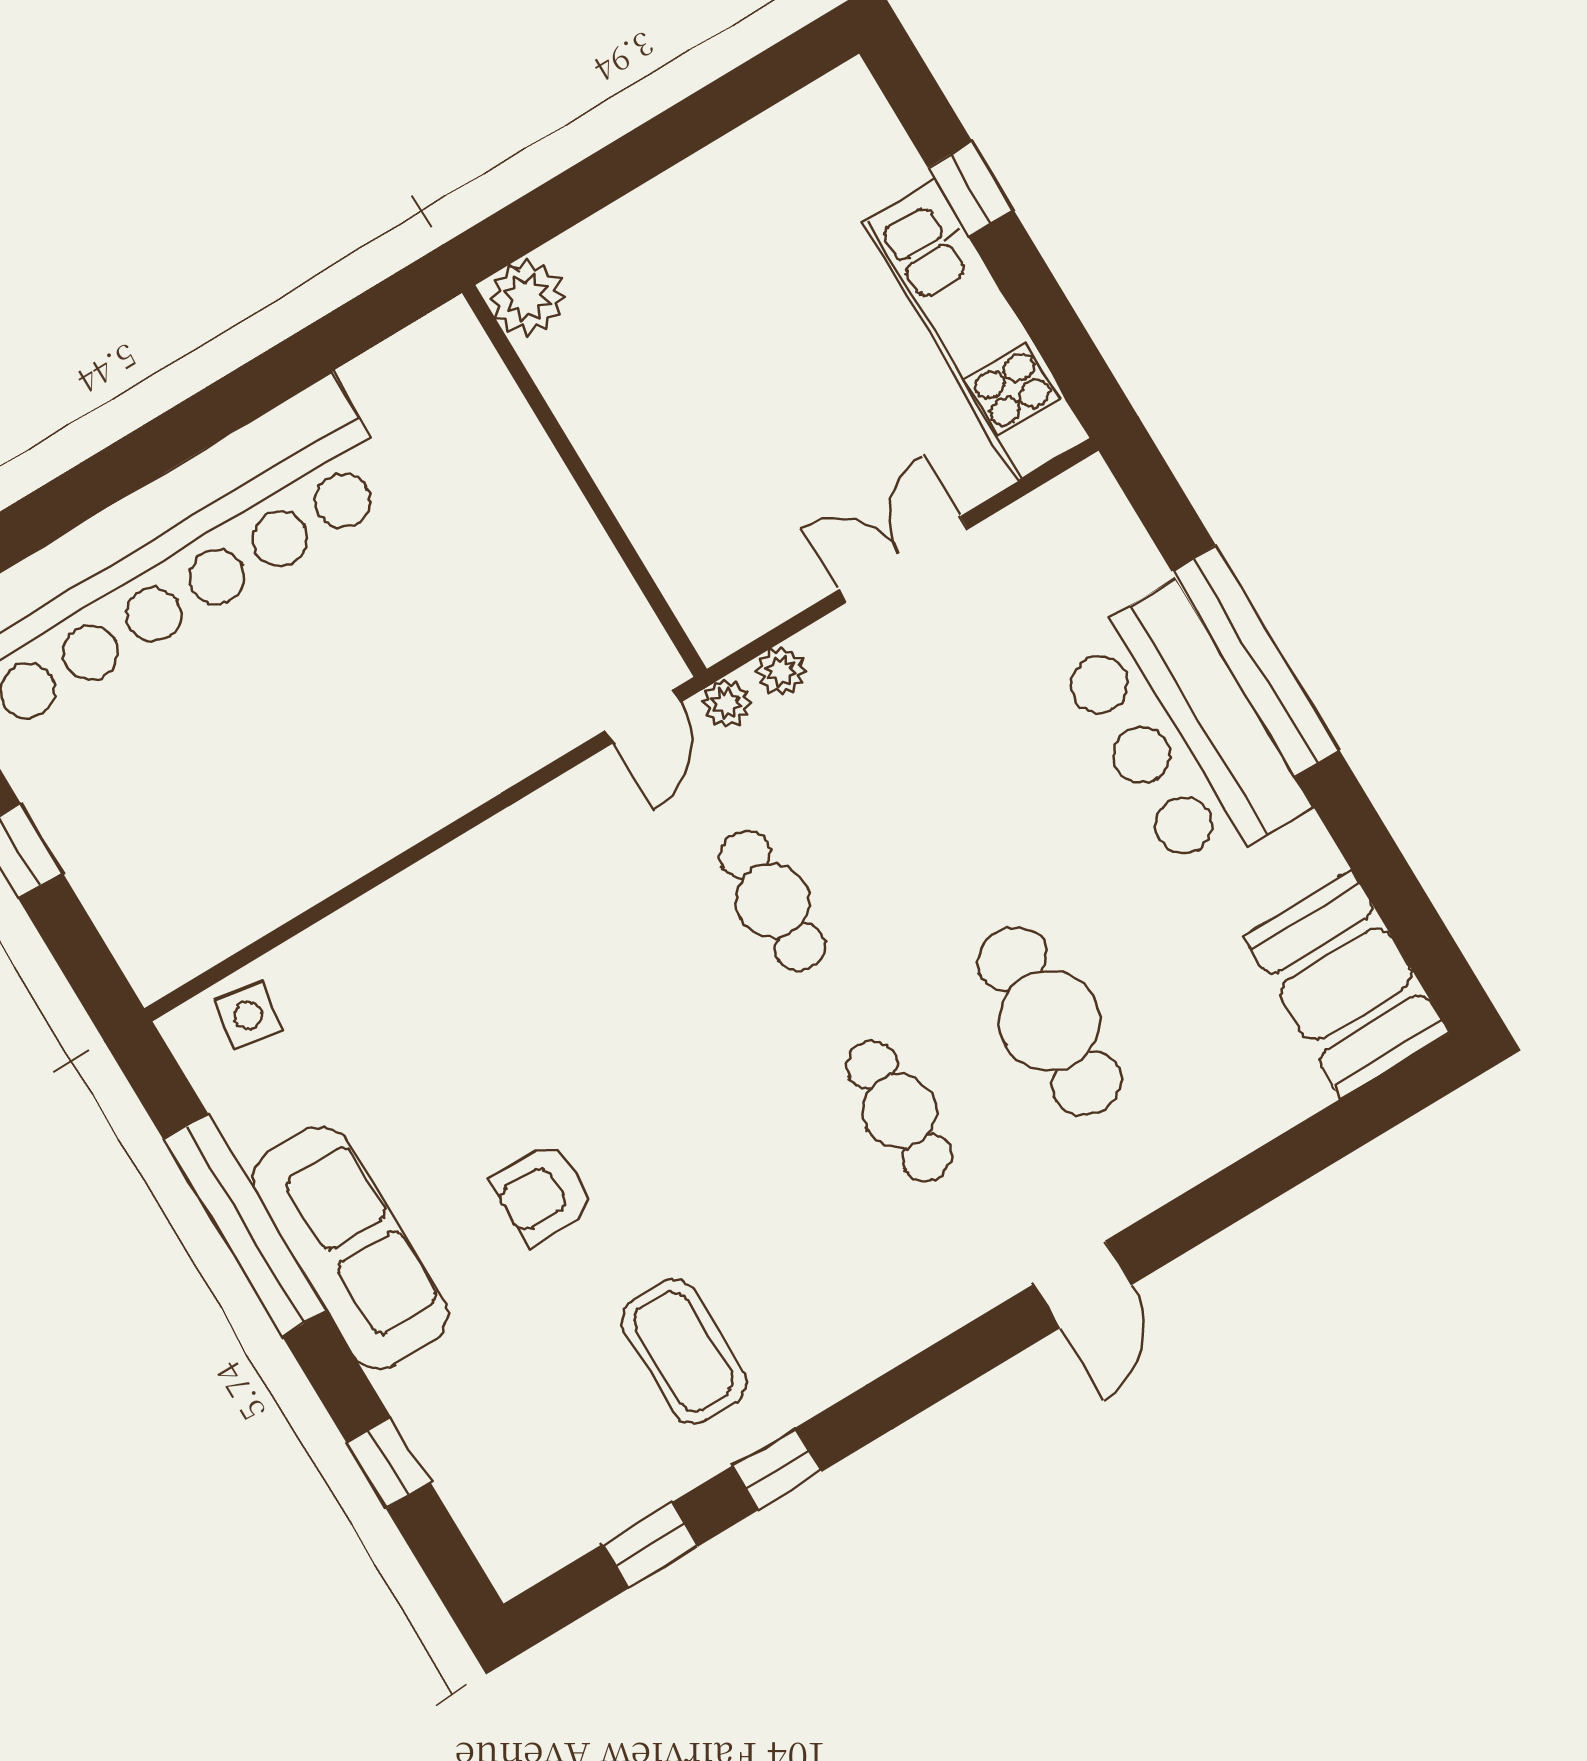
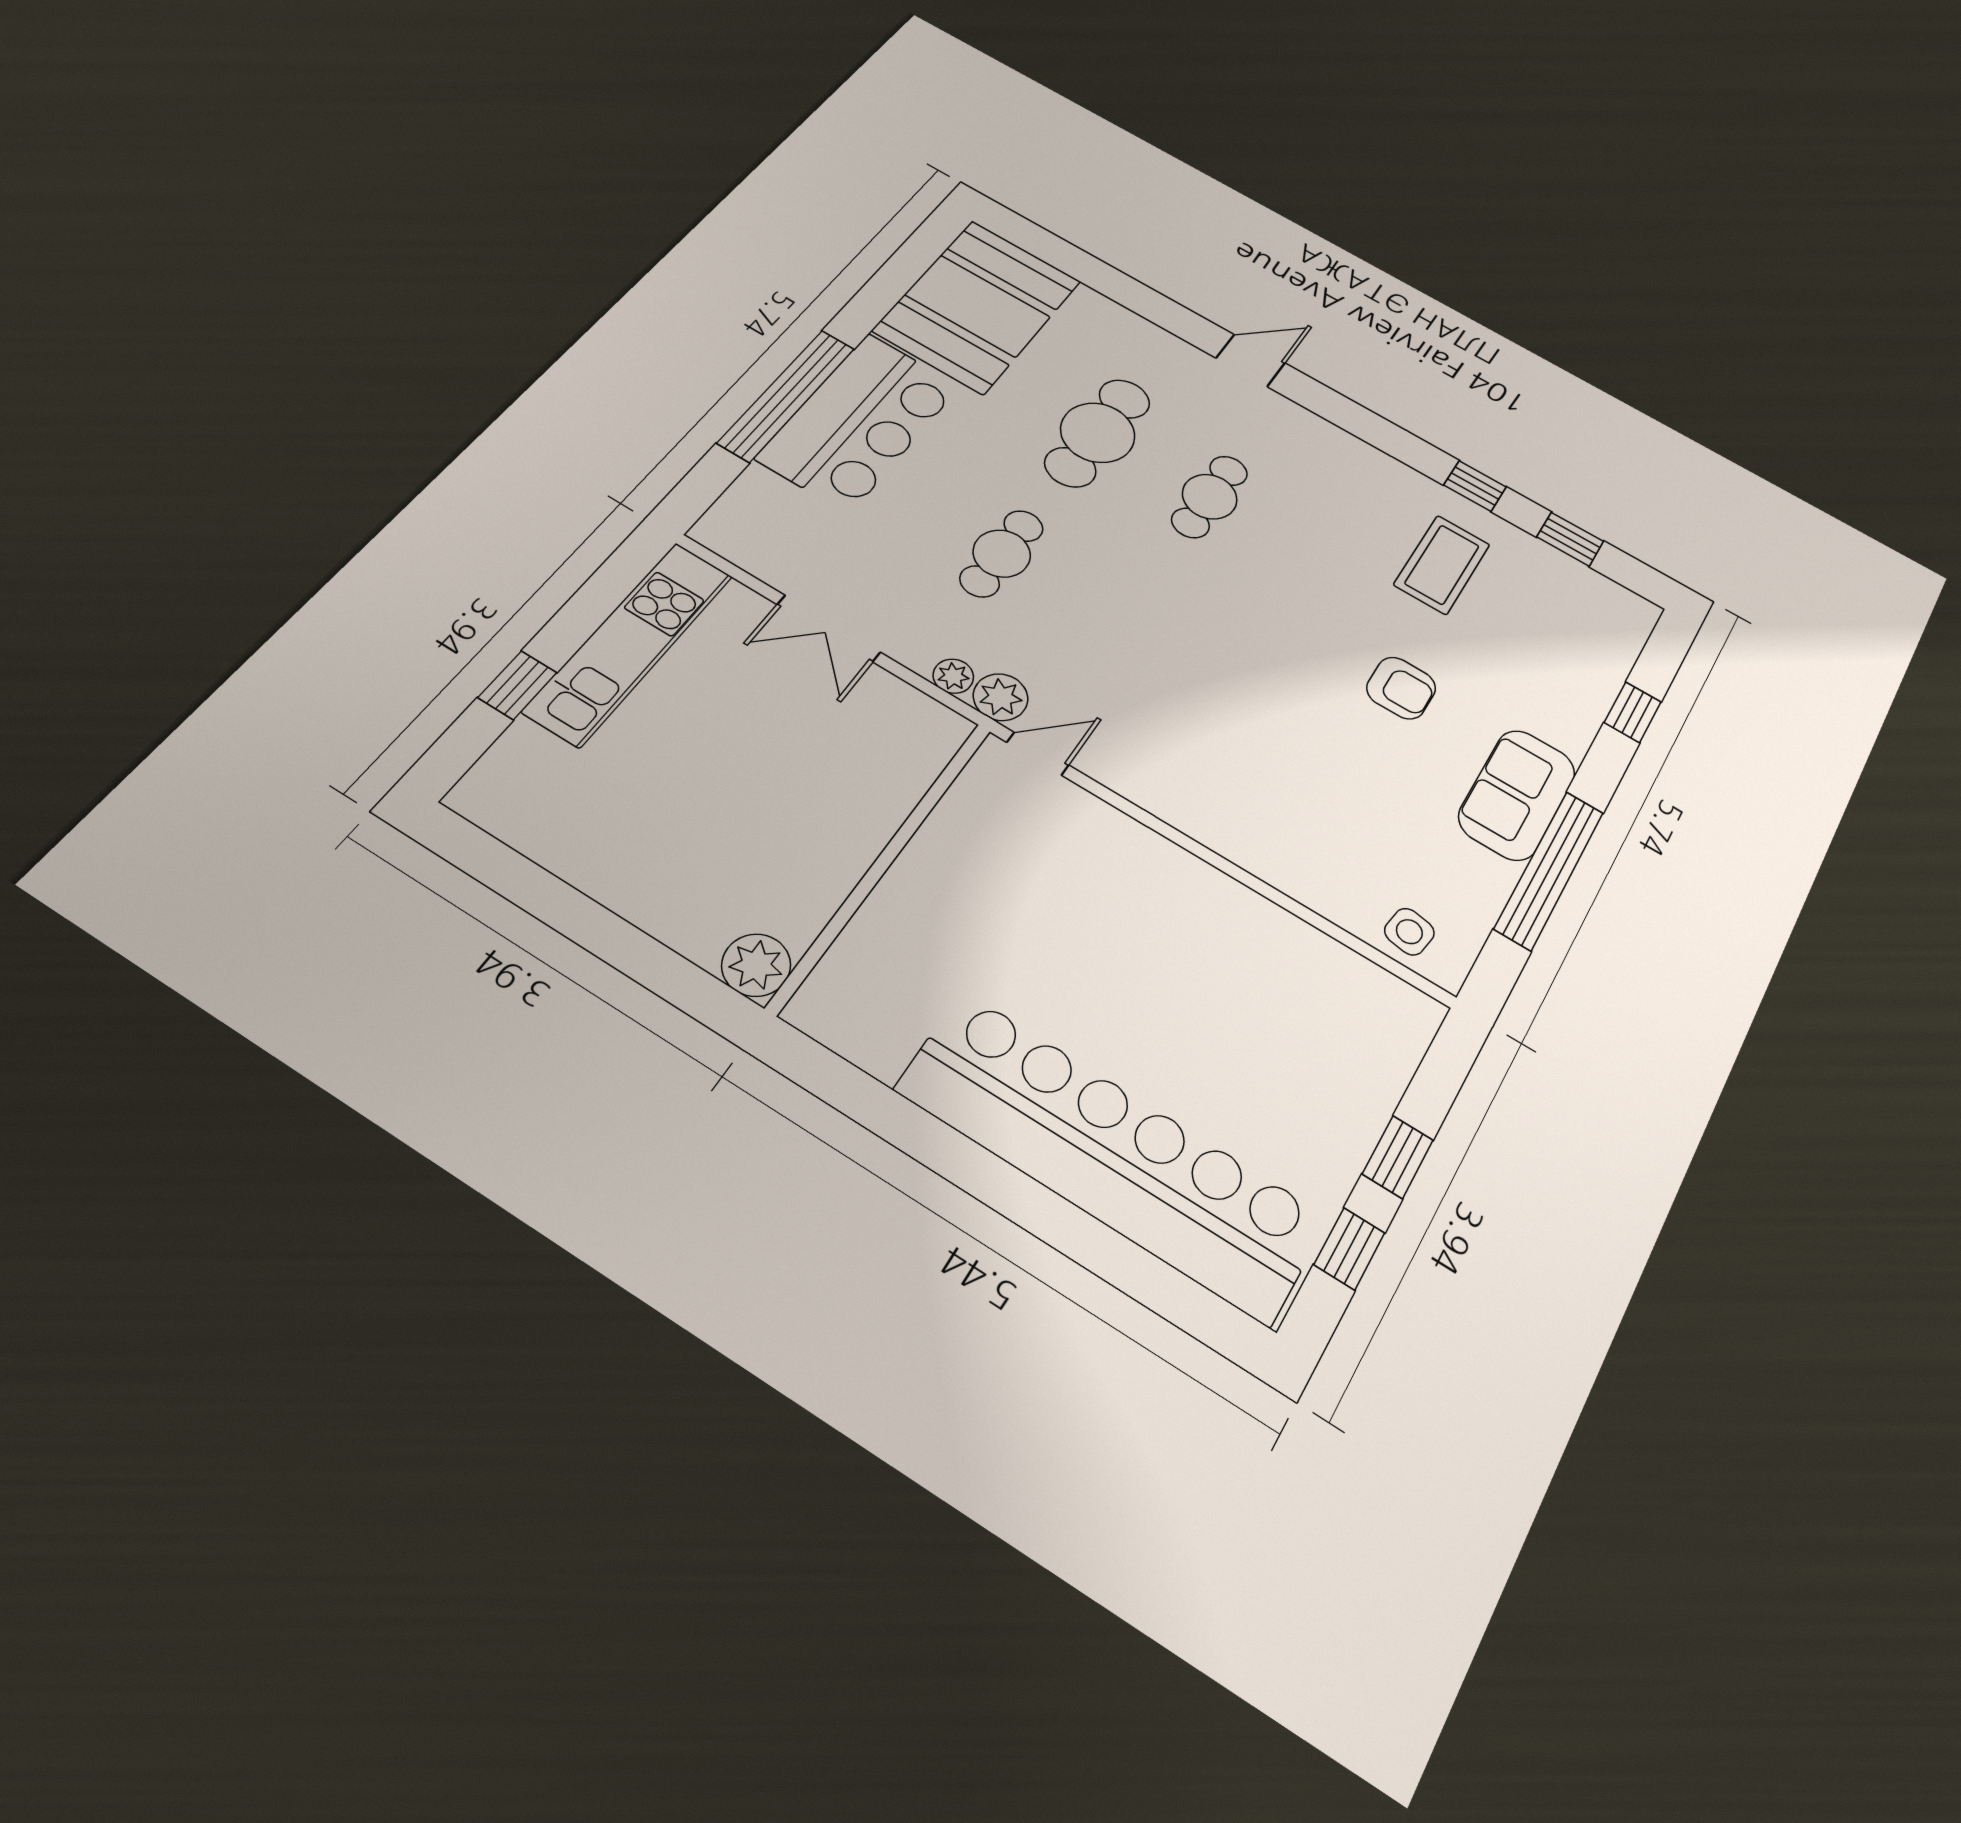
plant: (727, 703) -> (1001, 697), width x1.38, depth x1.38
cafe table: (772, 901) -> (1002, 553), moved
booth: (1346, 984) -> (978, 306), width x1.36, depth x1.42
sofa: (350, 1247) -> (1517, 795), width x0.73

